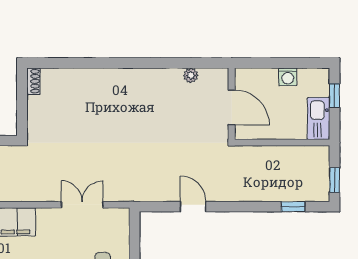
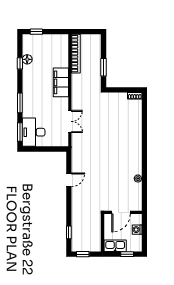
wall: (232, 104) -> (123, 212), moved
door: (232, 107) -> (121, 212), moved

